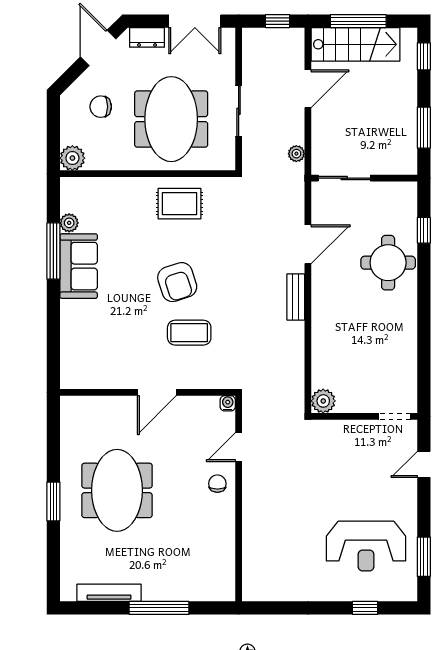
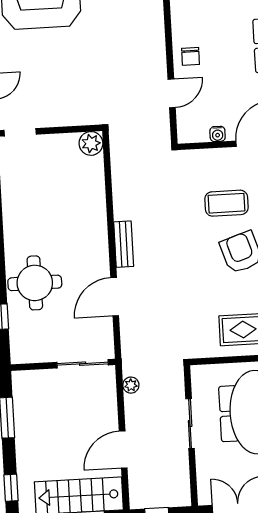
water cooler: (228, 403) -> (218, 134), moved

